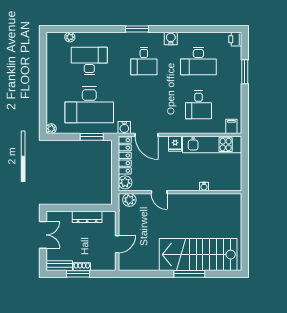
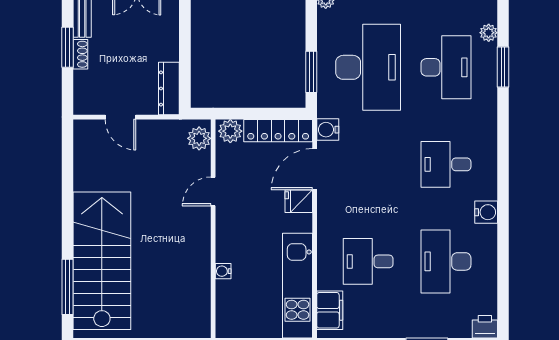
window: (137, 29) -> (503, 67), moved
desk: (89, 105) -> (368, 67), turned 180
filing cabinet: (231, 126) -> (330, 310), width x2.00
fridge: (175, 144) -> (299, 201), moved
dresser: (87, 217) -> (169, 88), moved
window: (189, 274) -> (68, 287), moved

